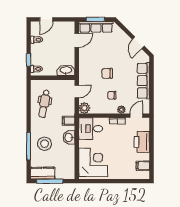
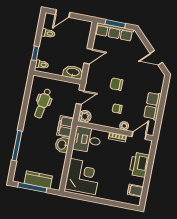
door: (77, 40) -> (88, 56), moved
door: (138, 43) -> (156, 58), hinge flipped
row of seats: (143, 81) -> (153, 106), width x0.68
filing cabinet: (69, 121) -> (65, 127), width x2.00
stool: (45, 144) -> (35, 146), removed
kitchen counter: (43, 173) -> (38, 180), moved

